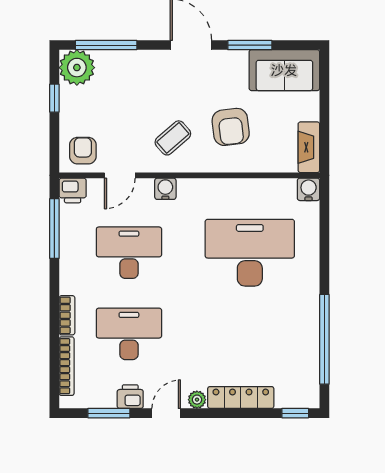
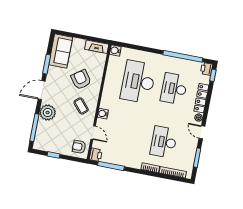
plant: (77, 68) -> (48, 112), moved
armchair: (231, 127) -> (81, 80), turned -119
desk: (129, 253) -> (174, 89), moved
printer: (130, 397) -> (207, 69), moved

